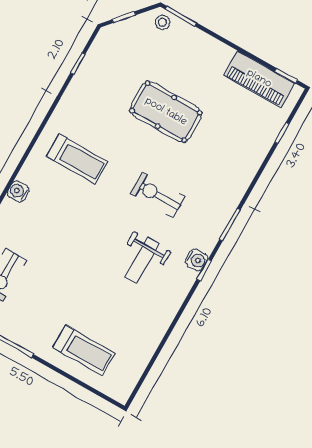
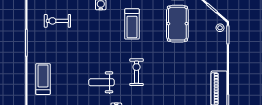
pool table: (166, 112) -> (177, 24), moved
treadmill: (84, 350) -> (43, 79), turned 180

